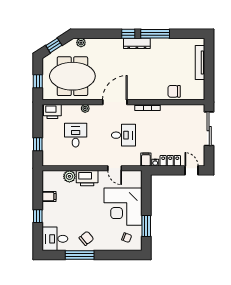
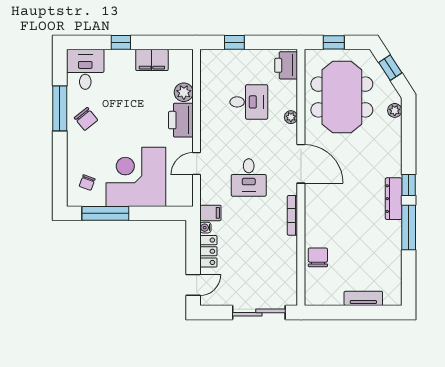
tv unit: (200, 63) -> (363, 298), width x0.71
filing cabinet: (49, 197) -> (152, 60), width x2.00
window: (146, 226) -> (105, 213), width x1.44

